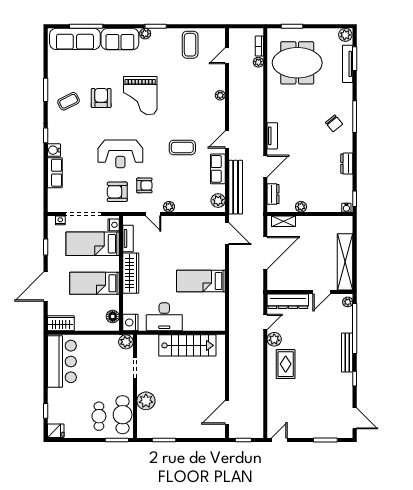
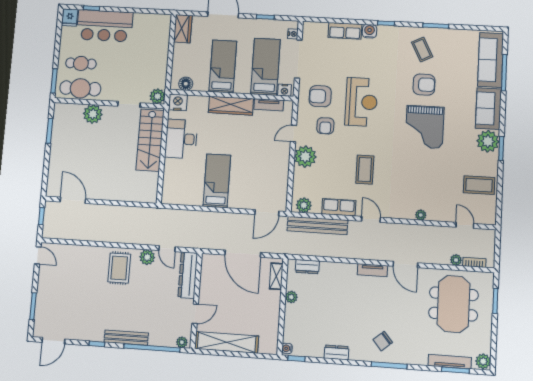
plant: (145, 34) -> (488, 141), width x1.88, depth x1.88
grand piano: (140, 96) -> (425, 127), turned -90
reception desk: (120, 154) -> (361, 102), turned 180
door: (265, 166) -> (405, 264), moved
armchair: (117, 192) -> (320, 96), turned -90
plant: (169, 207) -> (305, 157), width x1.87, depth x1.87
door: (322, 292) -> (195, 314), swing flipped
stairs: (187, 345) -> (150, 140), moved
bar counter: (62, 361) -> (105, 26), moved
rug: (286, 364) -> (119, 268), turned 90

